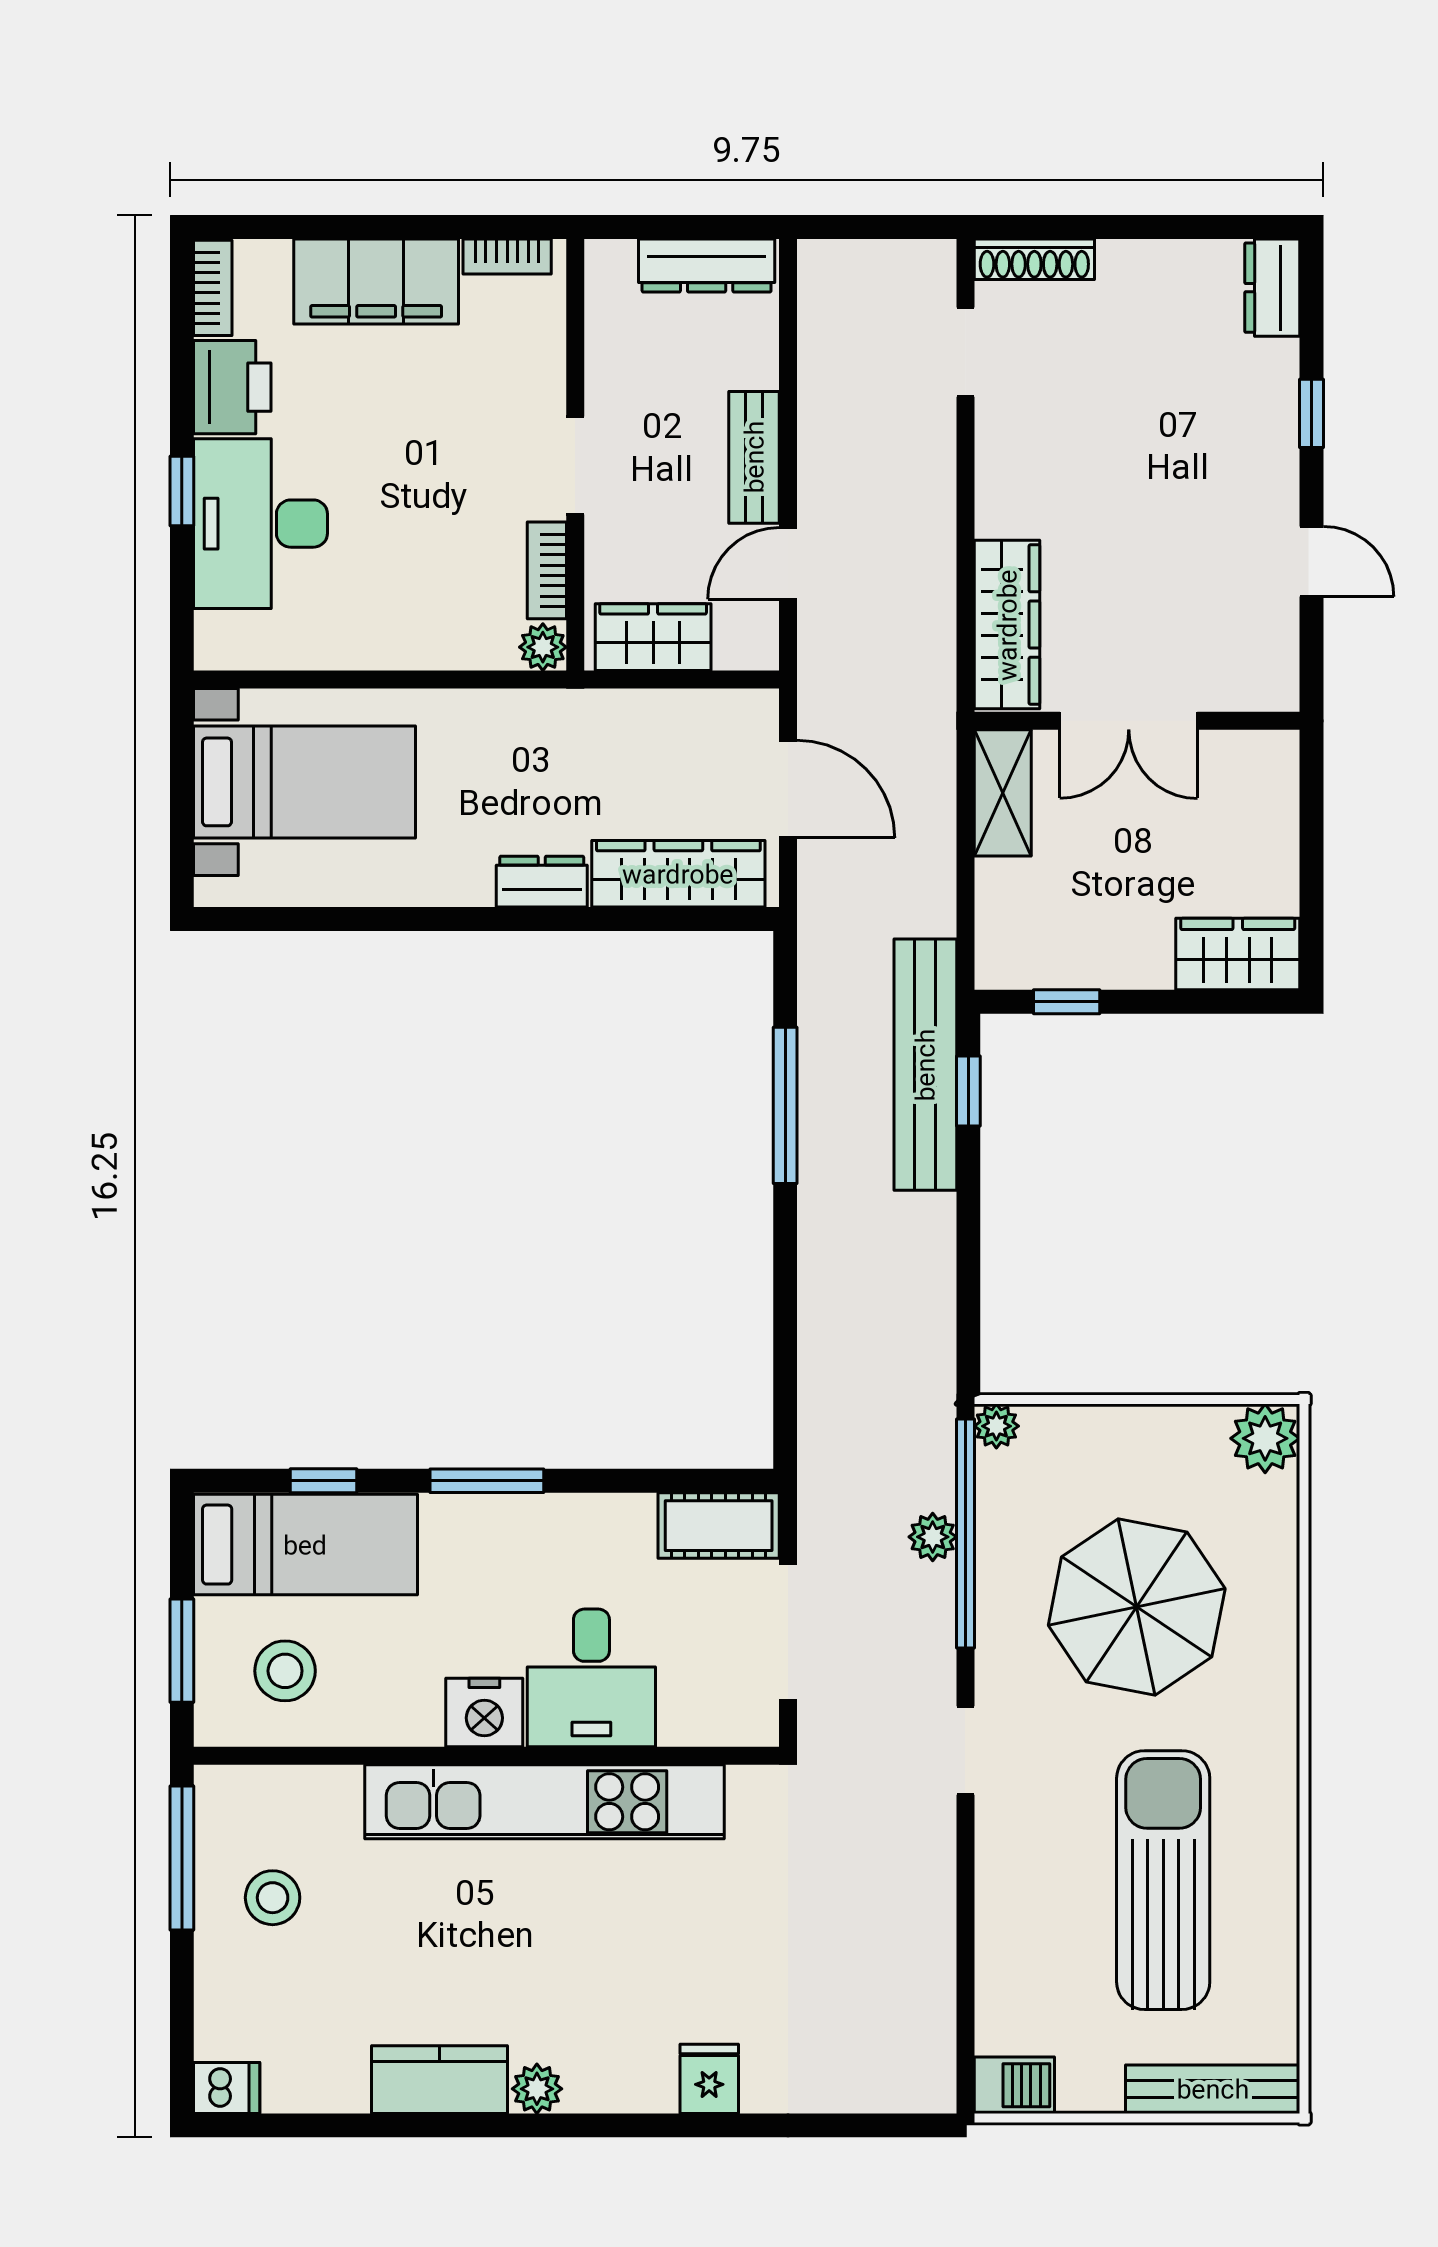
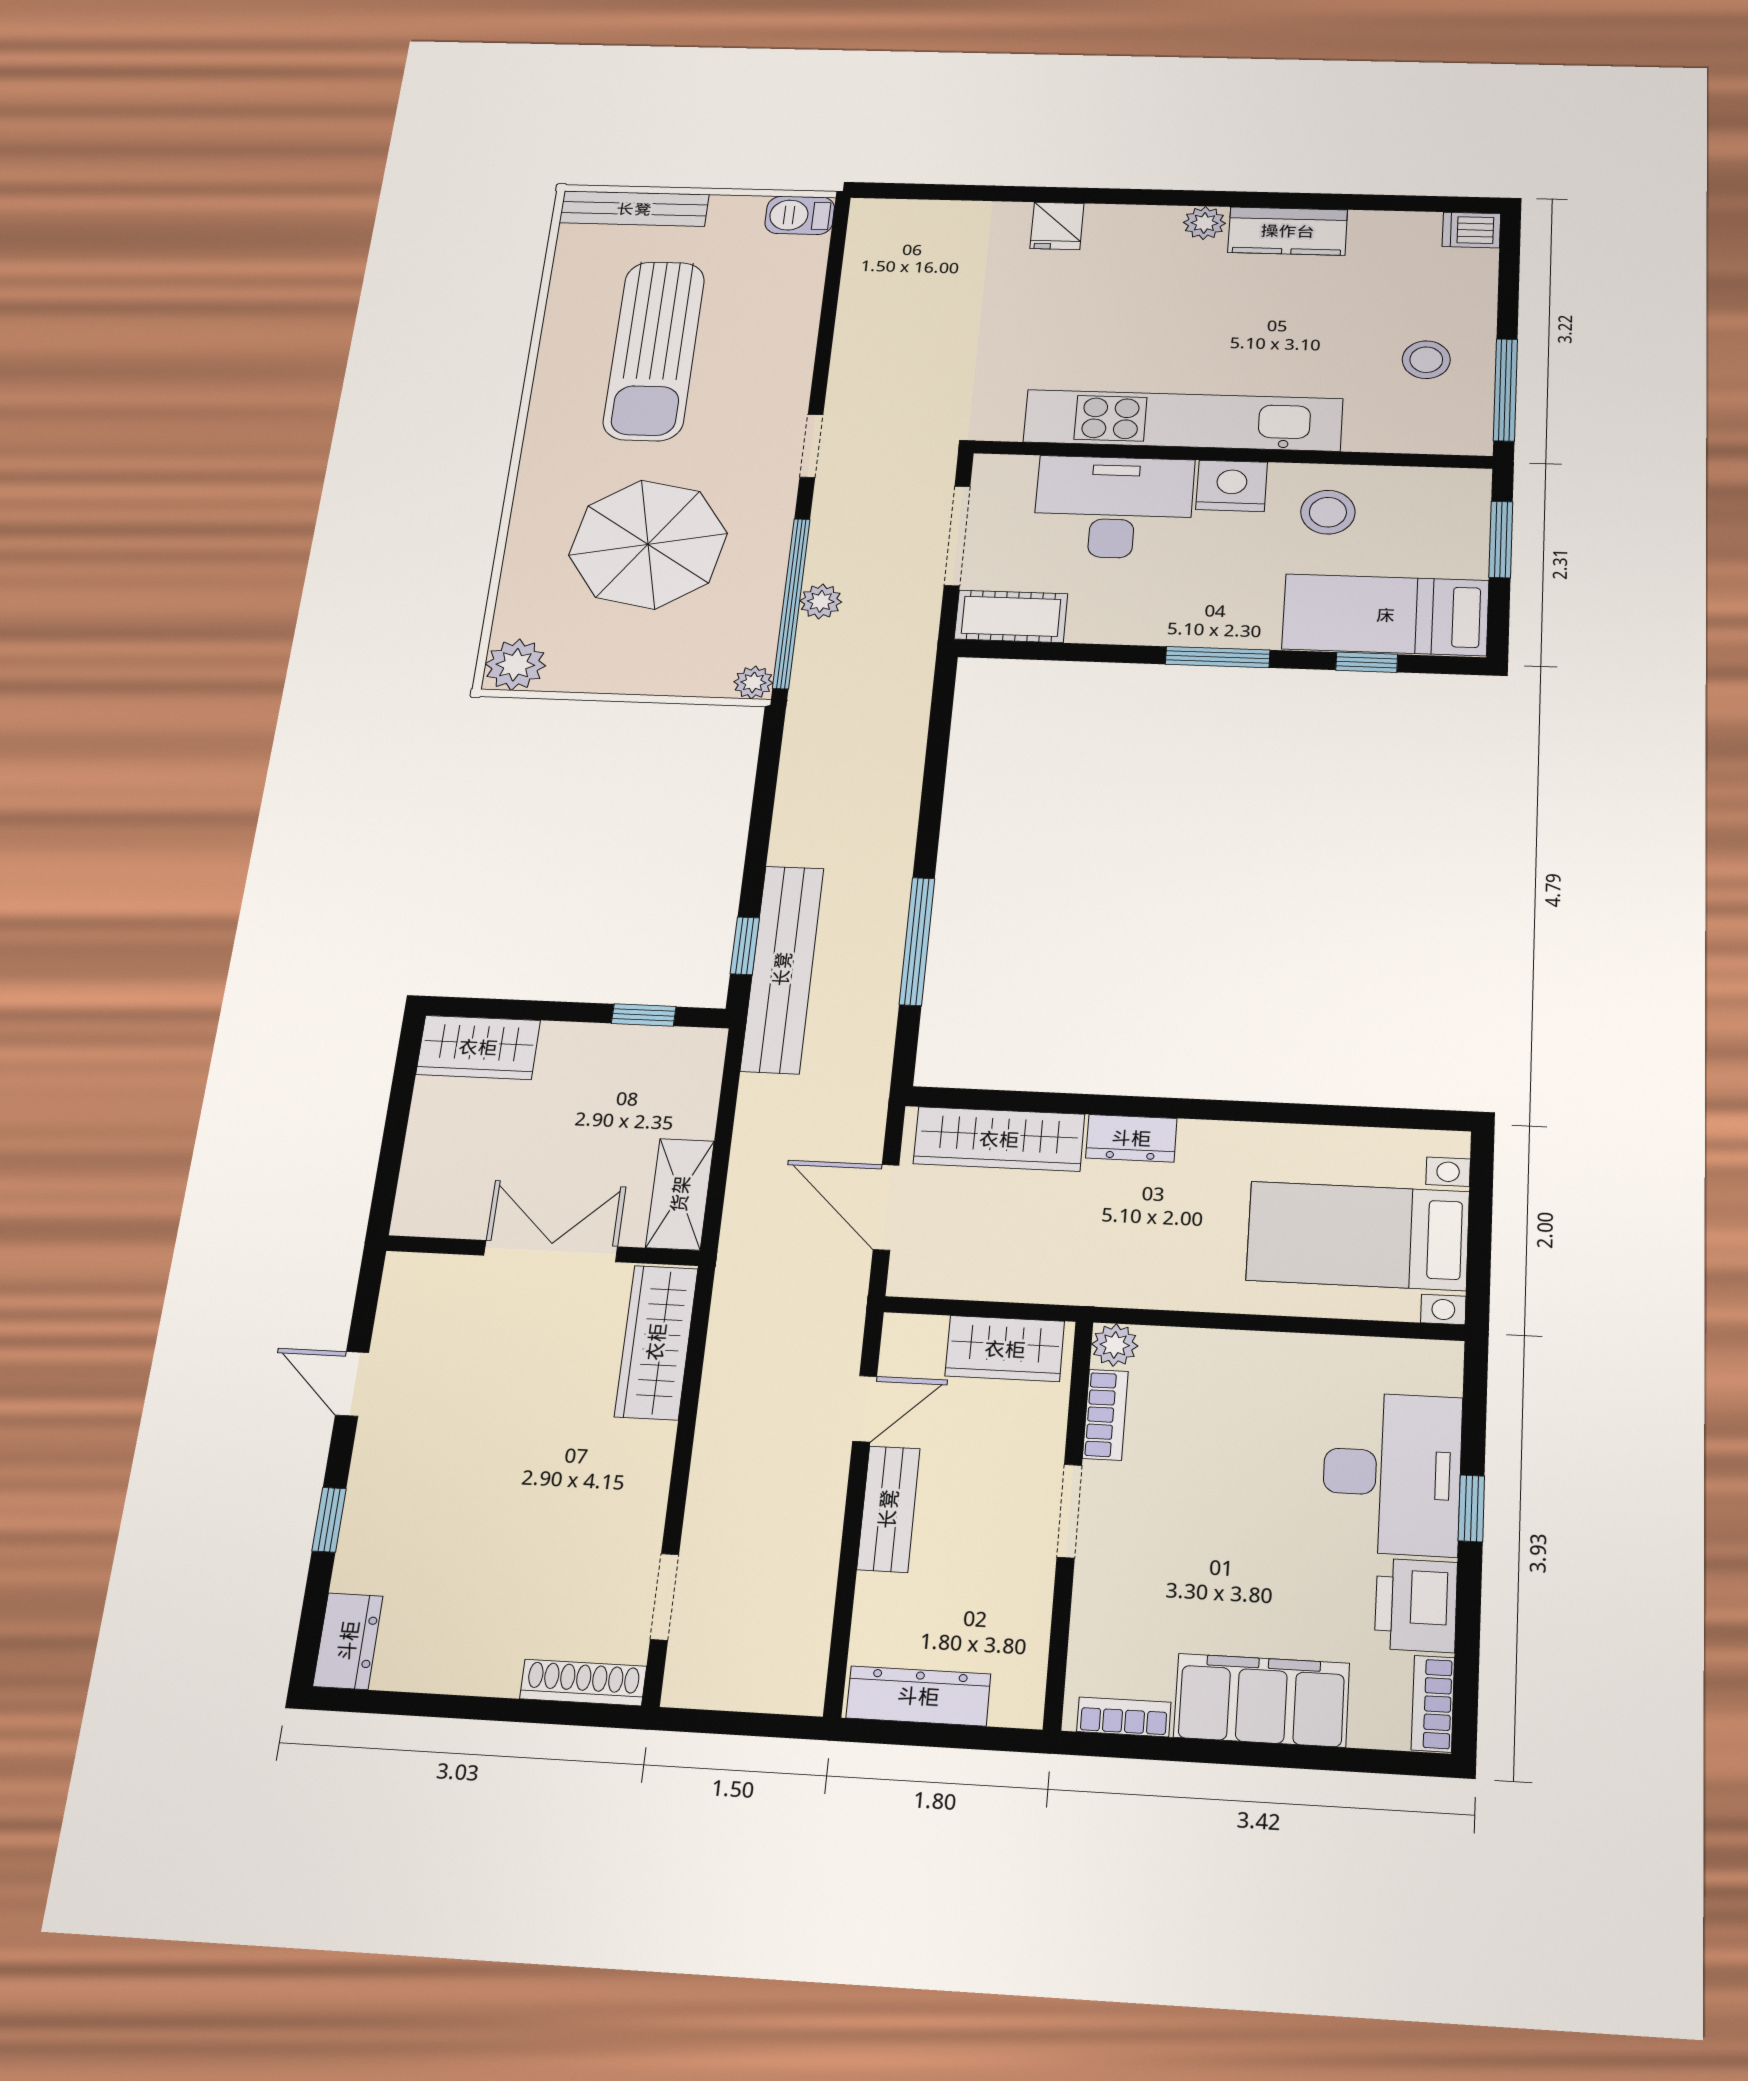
stool: (285, 1671) -> (1328, 512), moved
desk: (591, 1678) -> (1113, 507), width x1.37

